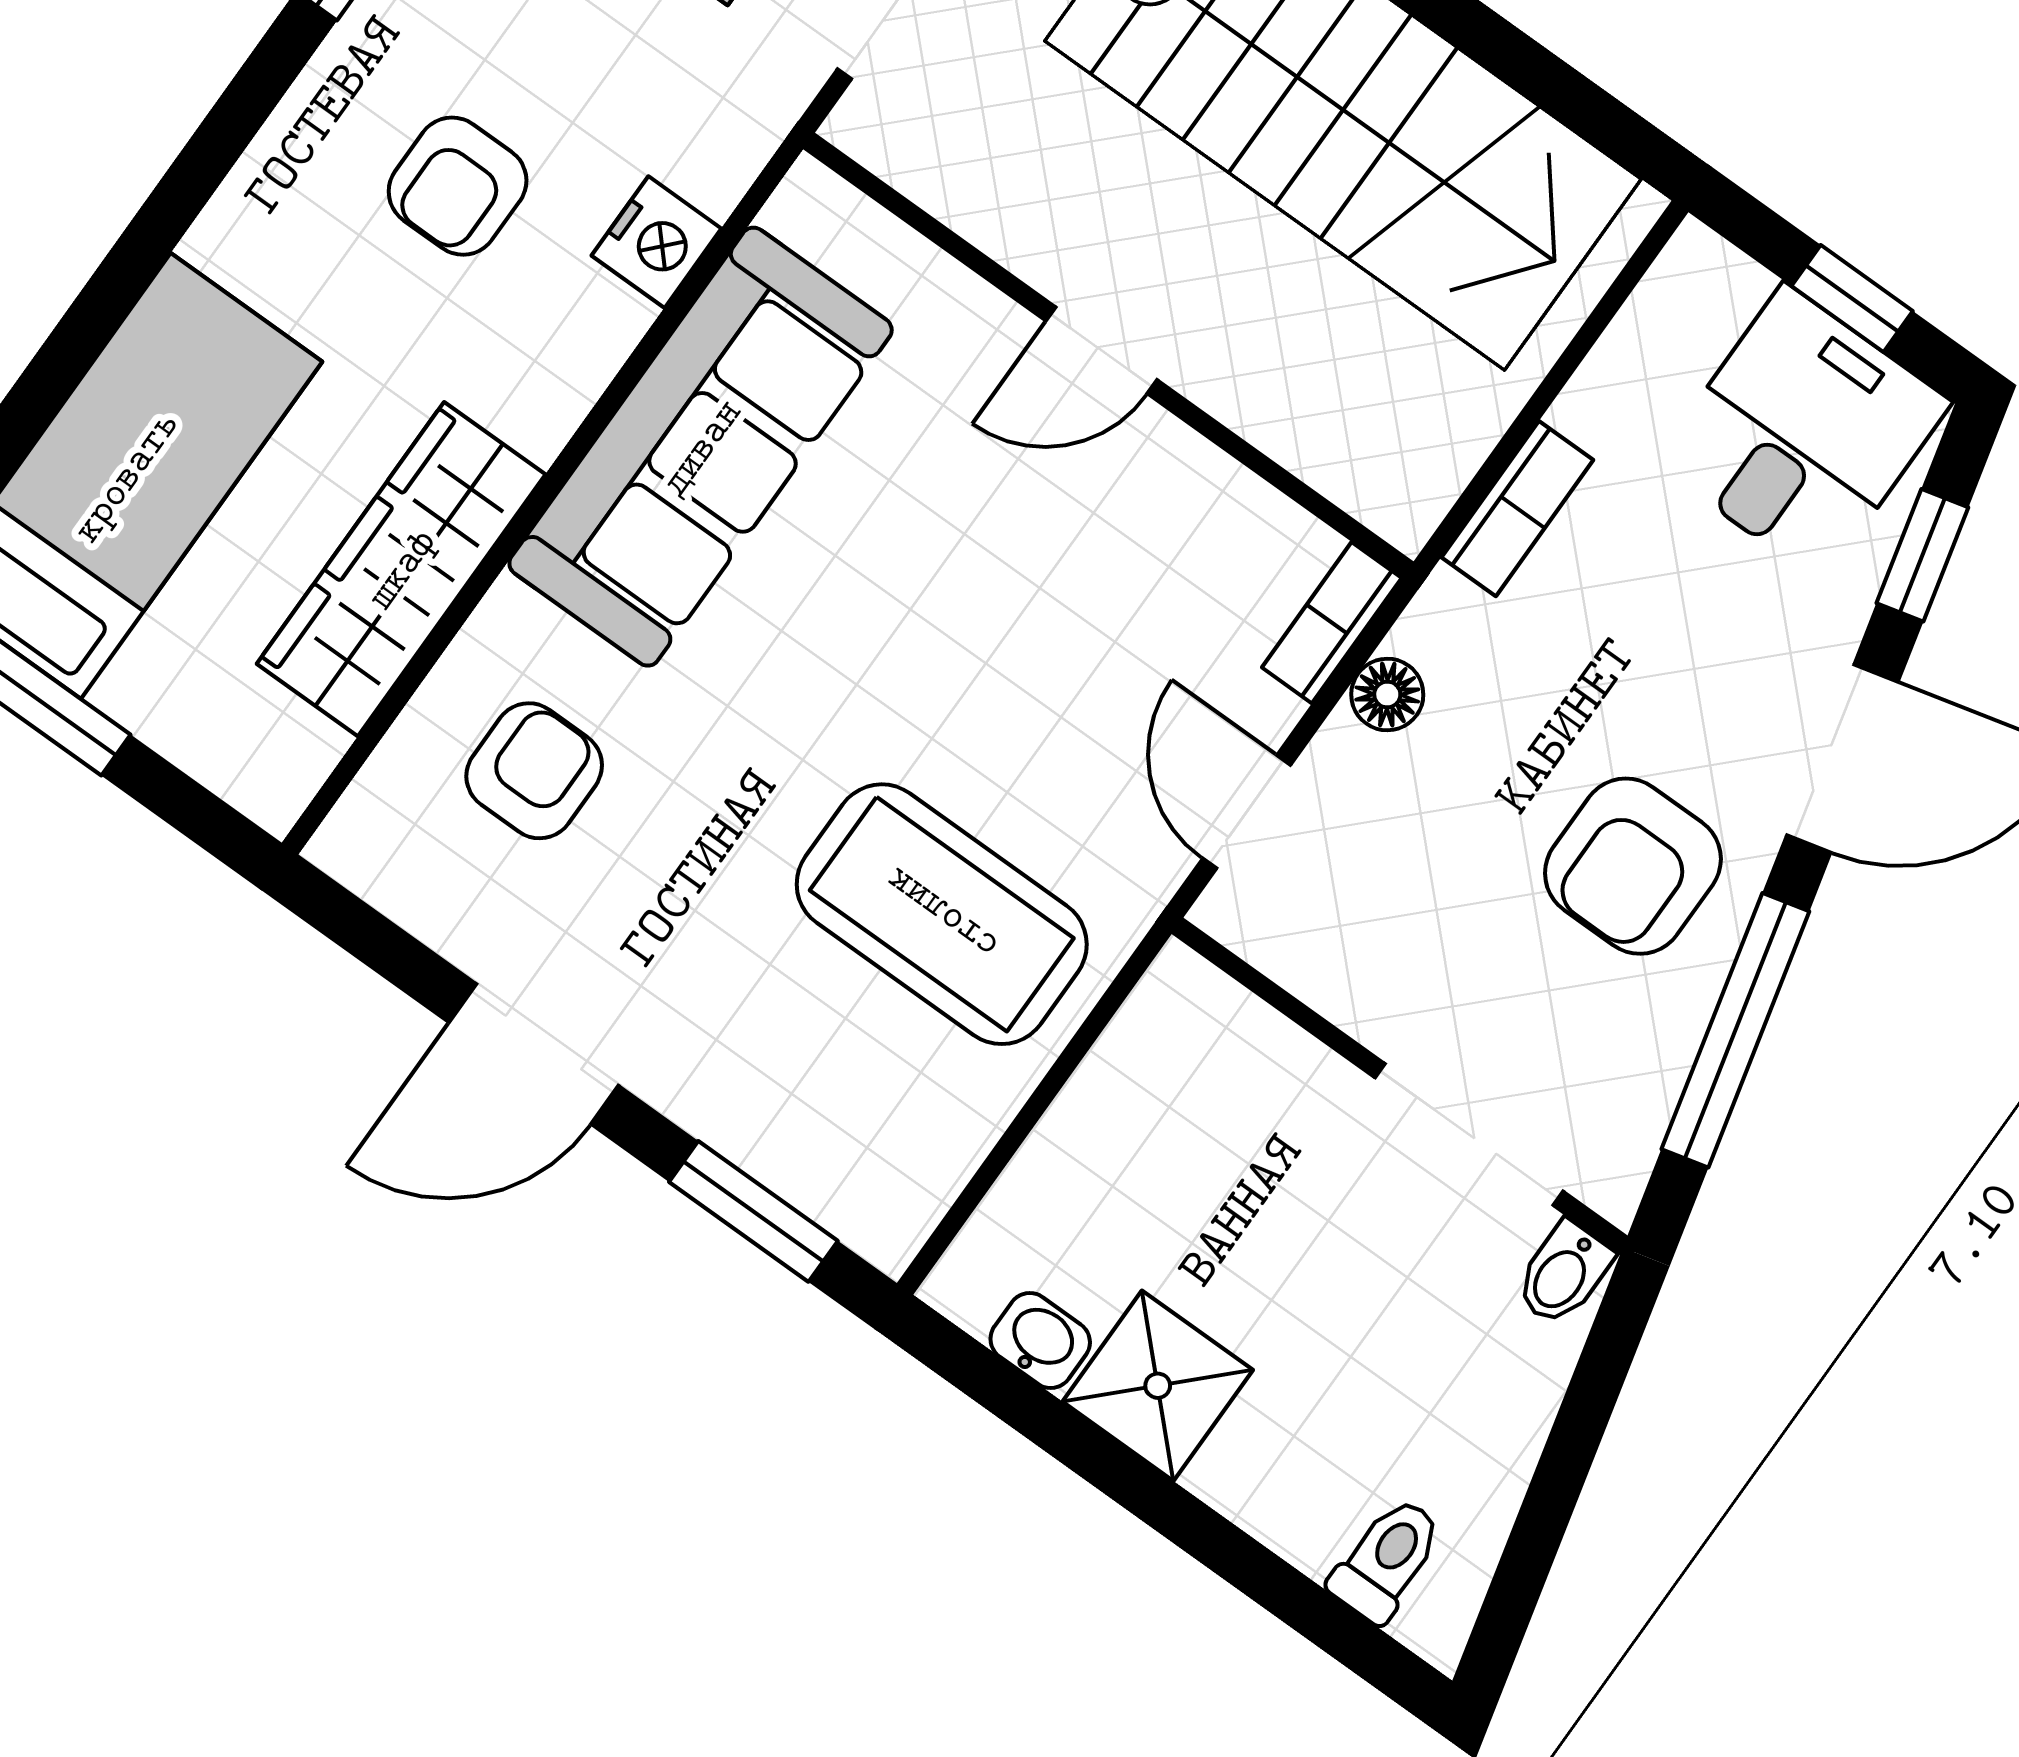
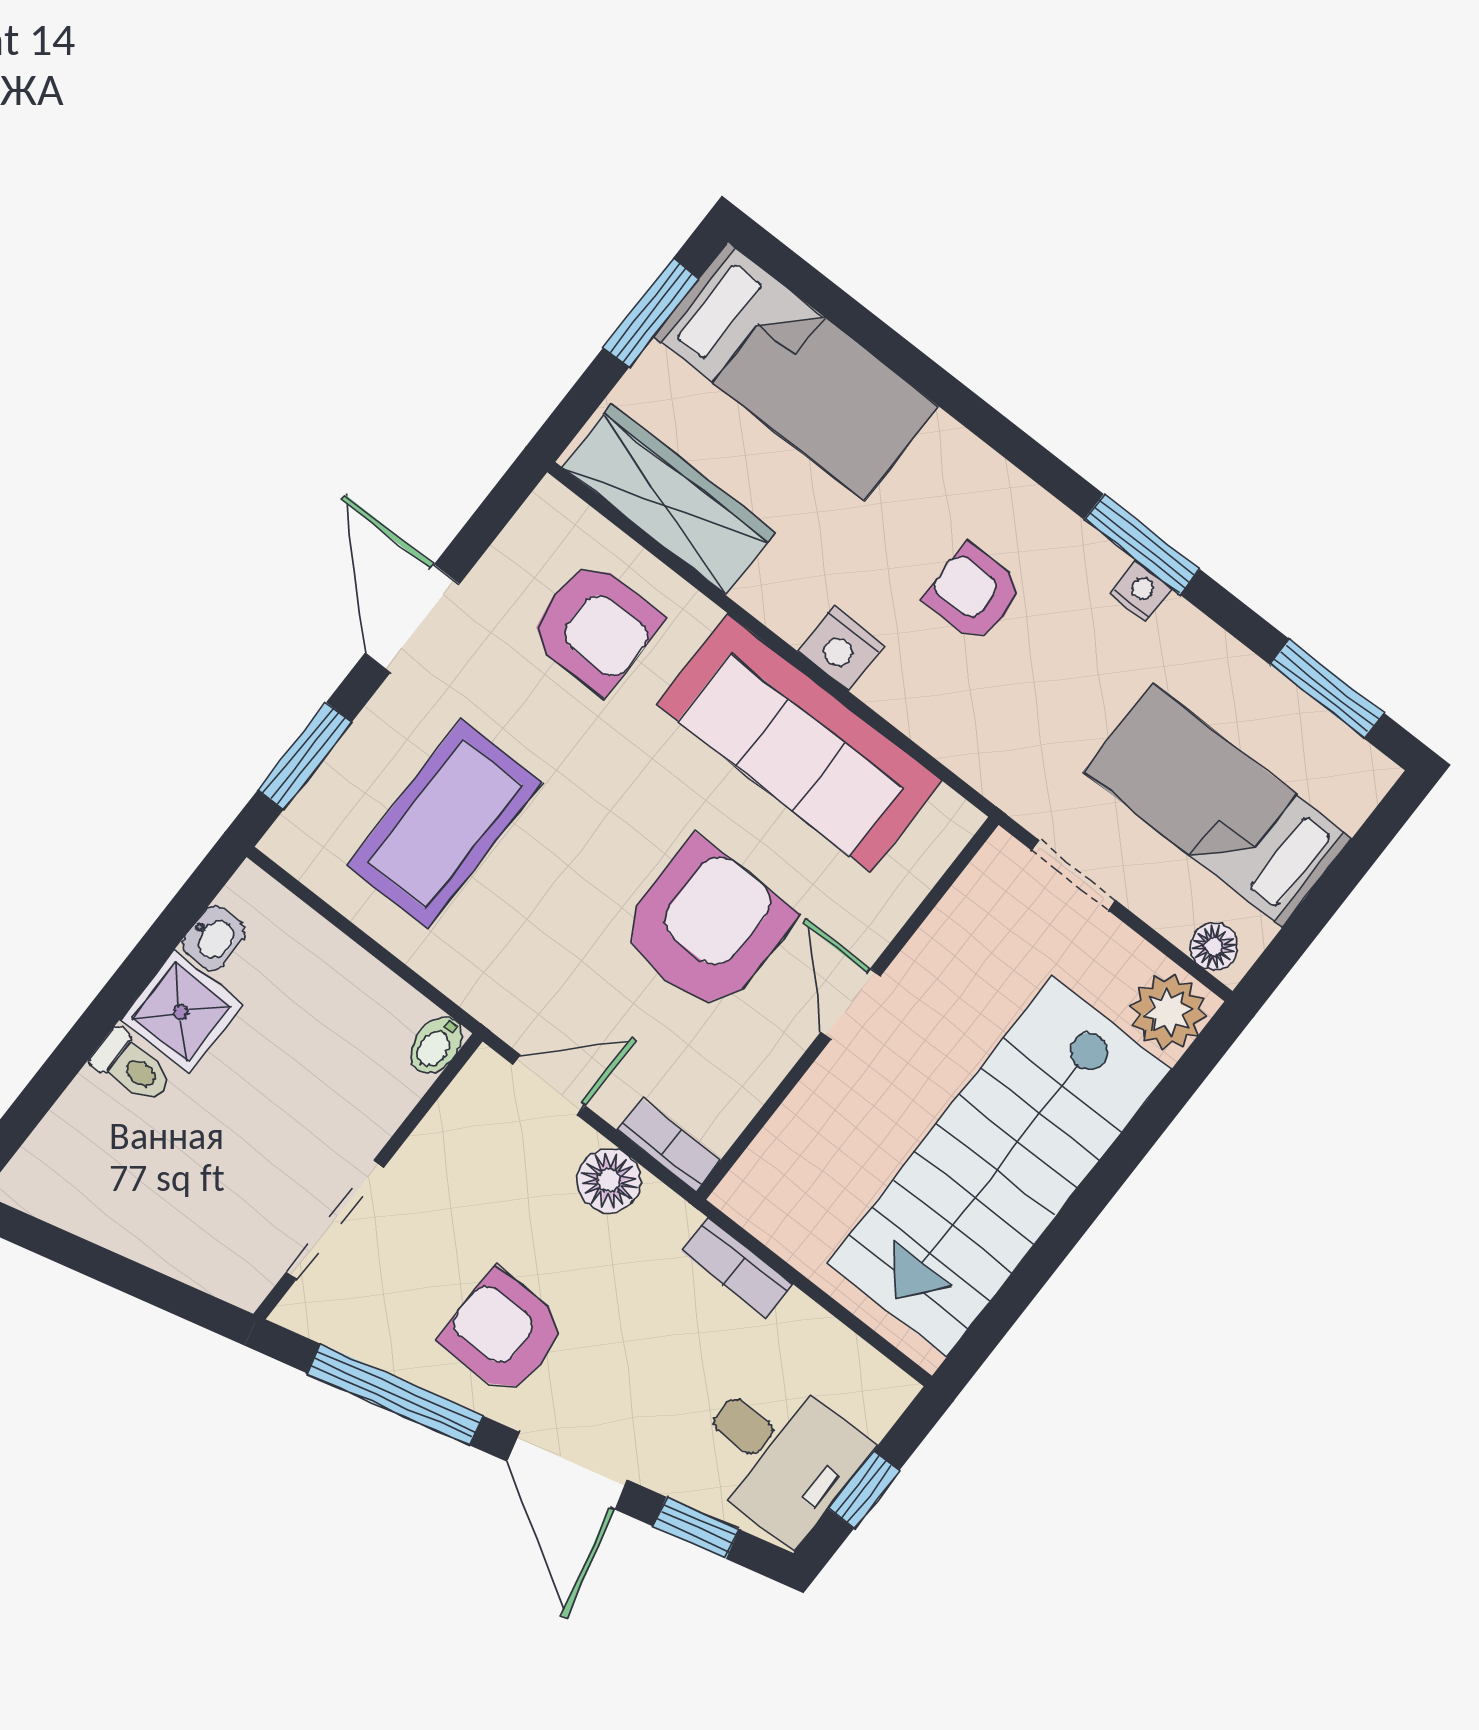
nightstand: (656, 242) -> (841, 648), moved
wardrobe: (401, 569) -> (669, 500), moved
armchair: (990, 579) -> (706, 926), added
floor lamp: (1387, 695) -> (609, 1180), width x1.37, depth x1.37
armchair: (534, 771) -> (595, 627), width x1.38, depth x1.38
coffee table: (942, 914) -> (445, 824), moved
bidet: (1563, 1274) -> (436, 1045), moved, turned -90
toilet: (1387, 1560) -> (132, 1067), moved

